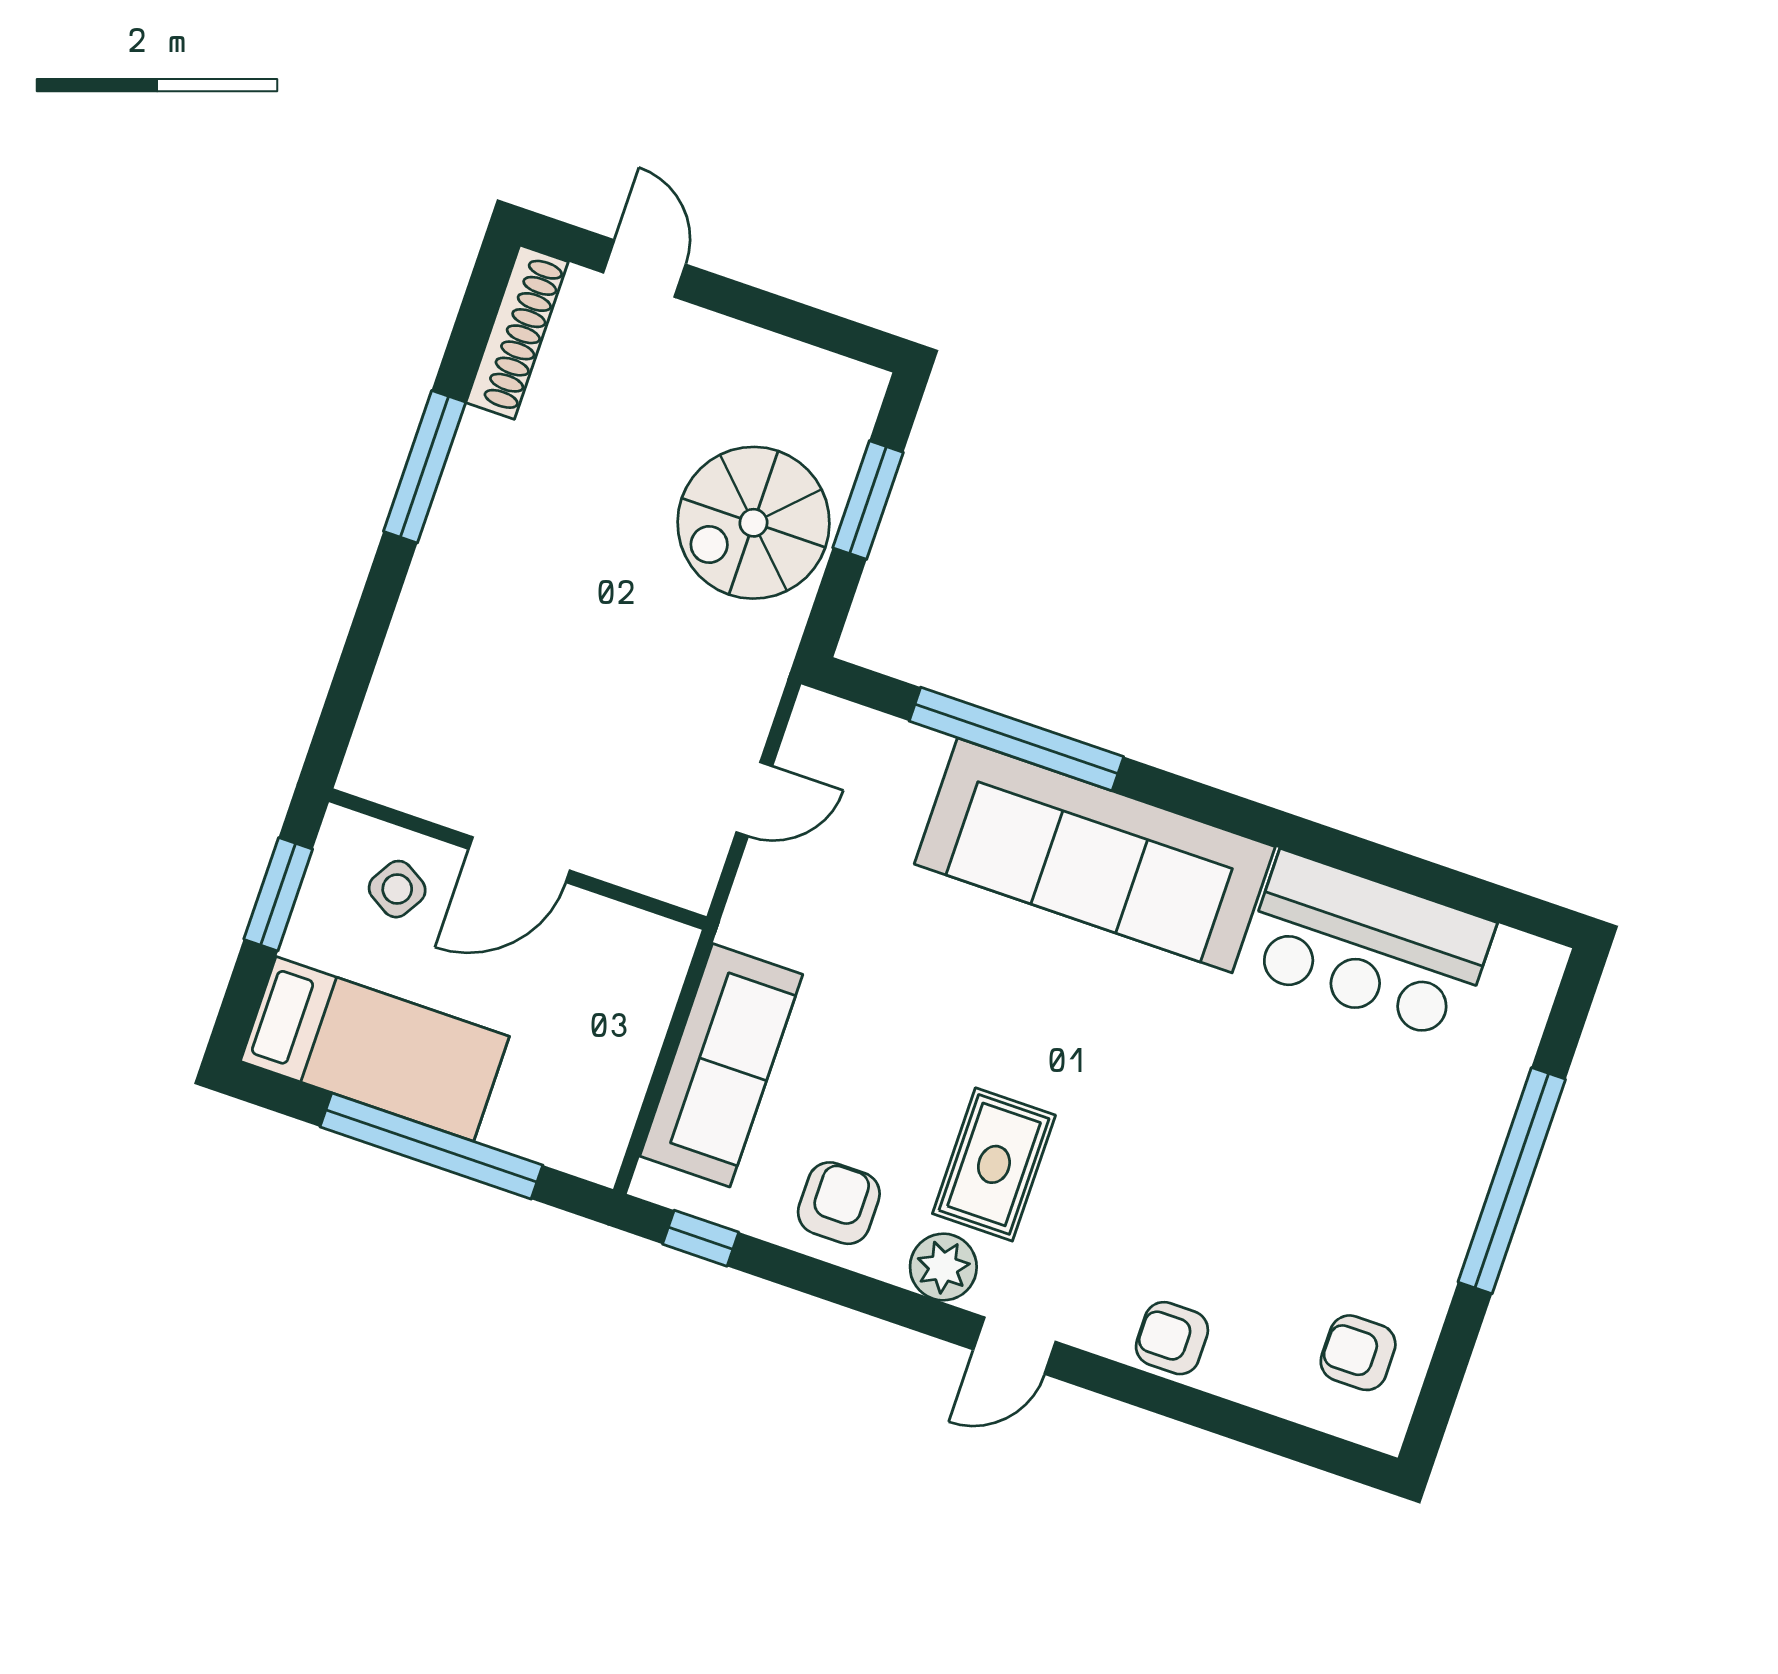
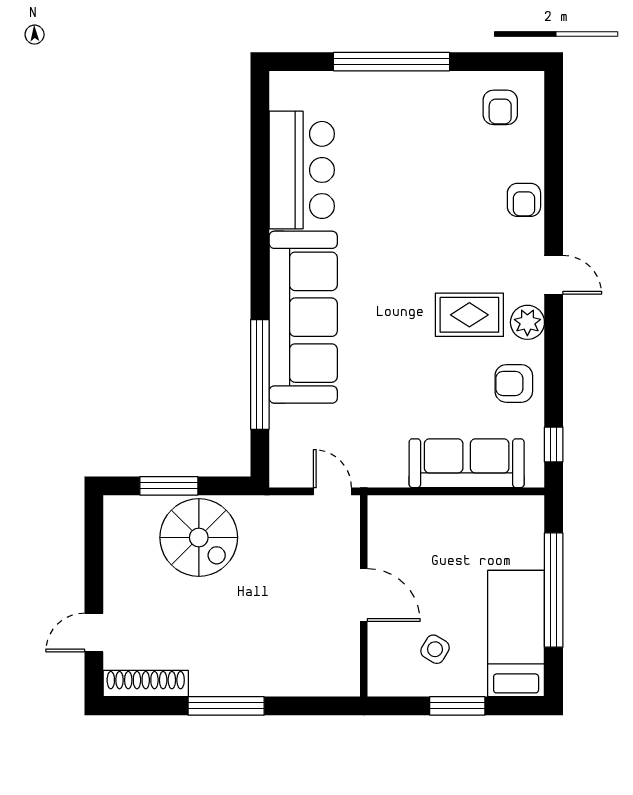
wall: (518, 859) -> (364, 596), moved
door: (519, 860) -> (364, 595), moved

